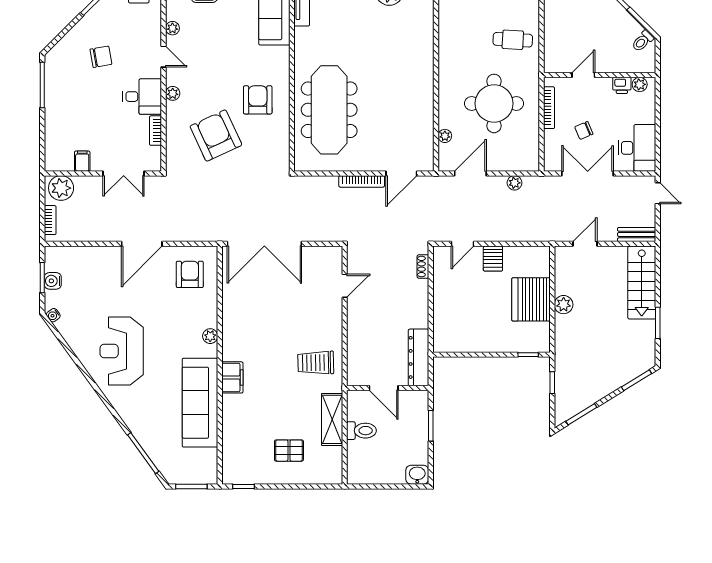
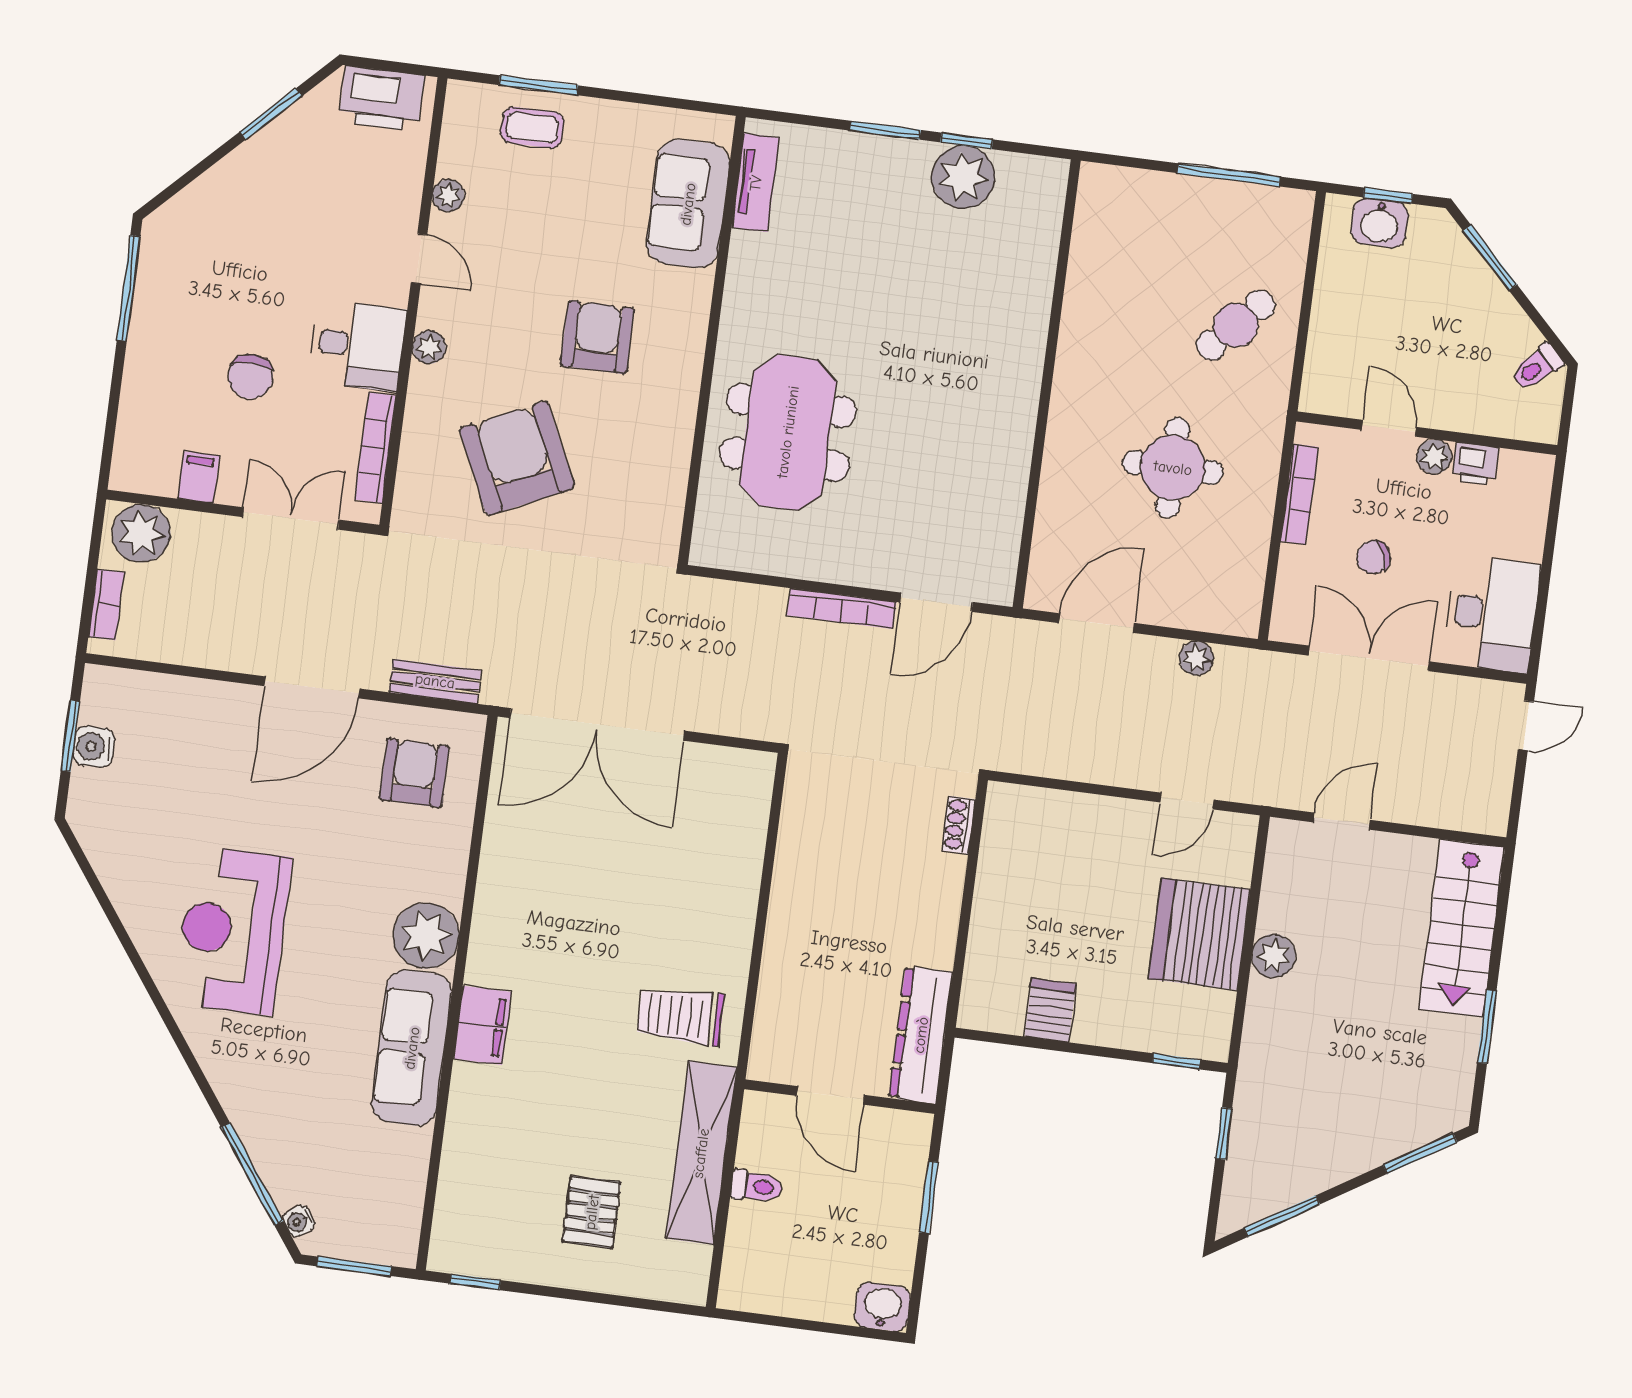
cafe table: (513, 40) -> (1236, 325), turned -50
chair: (101, 57) -> (251, 377), moved, turned 100
door: (583, 75) -> (1389, 428), hinge flipped
plant: (640, 84) -> (1434, 457), moved
armchair: (258, 100) -> (597, 337), moved
round table: (494, 103) -> (1173, 468), width x0.73, depth x0.73
meeting table: (329, 110) -> (788, 432), width x0.73
bookcase: (155, 131) -> (375, 448), width x1.56
plant: (445, 136) -> (1049, 528), removed
double door: (124, 173) -> (291, 518), swing flipped
door: (658, 193) -> (1526, 725), hinge flipped
bench: (637, 234) -> (435, 681), moved
door: (462, 244) -> (1187, 801), moved
server rack: (493, 259) -> (1050, 1010), moved, turned 180
door: (345, 286) -> (771, 846), removed
water cooler: (53, 315) -> (299, 1221), moved
plant: (210, 336) -> (426, 936), width x1.88, depth x1.88
sofa: (200, 403) -> (412, 1048), width x0.74, depth x0.79
shelving: (332, 419) -> (701, 1153), width x1.47
toilet: (361, 431) -> (757, 1186), width x0.73, depth x0.72
pallet: (289, 451) -> (592, 1212), turned 90

